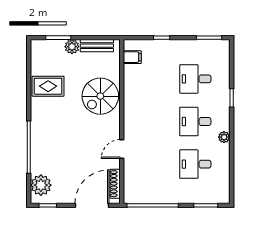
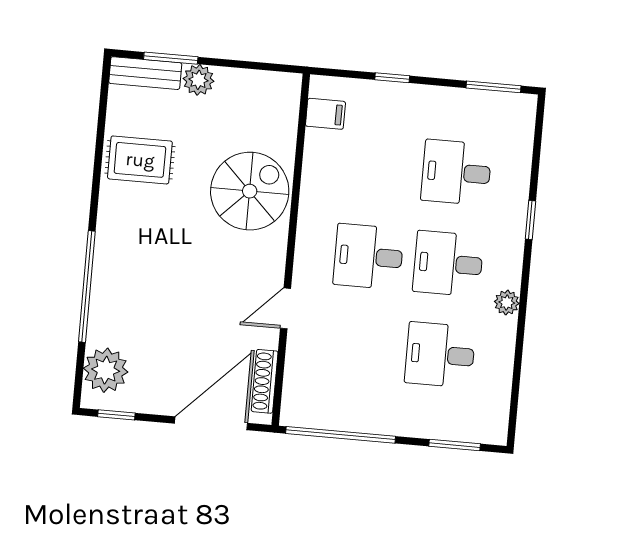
bench: (97, 46) -> (145, 73), moved
spiral stairs: (100, 96) -> (250, 191), turned 180
desk: (158, 122) -> (368, 257), added

